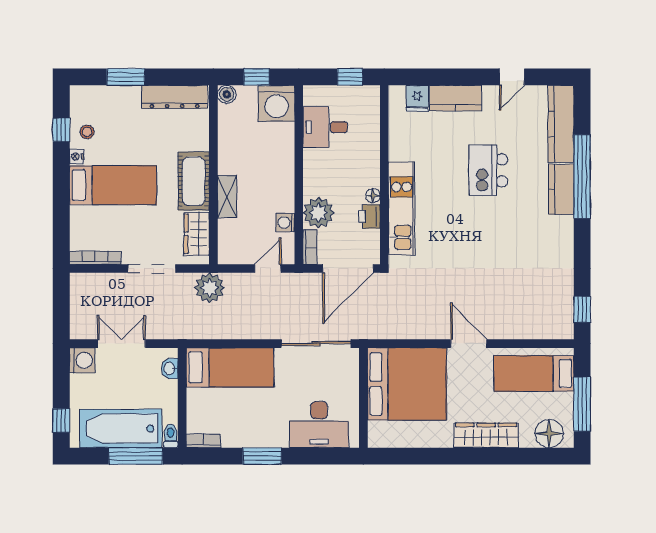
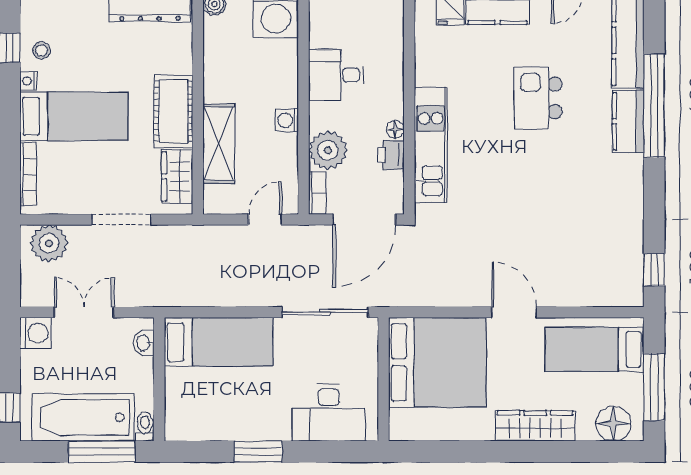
desk: (325, 127) -> (336, 75), moved
shelving: (227, 197) -> (219, 144), width x1.50, depth x1.33
washing machine: (285, 223) -> (287, 120), moved
bookcase: (95, 258) -> (28, 174), moved, turned 90
plant: (210, 288) -> (49, 243), moved
bookcase: (203, 441) -> (186, 433), removed

